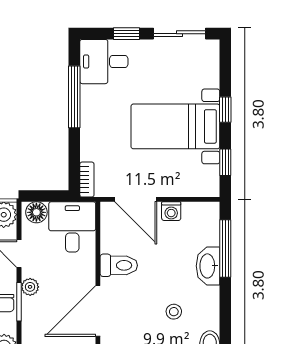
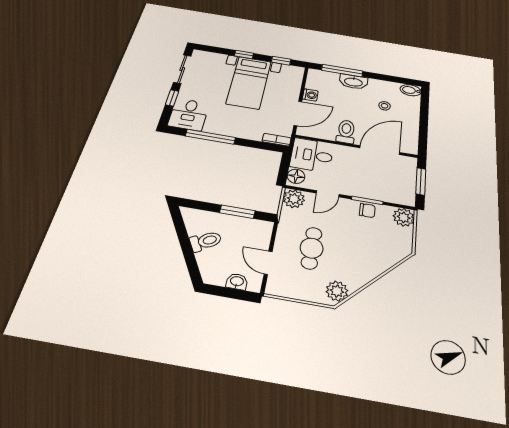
plant: (30, 287) -> (356, 191), removed
door: (98, 311) -> (380, 150), swing flipped

